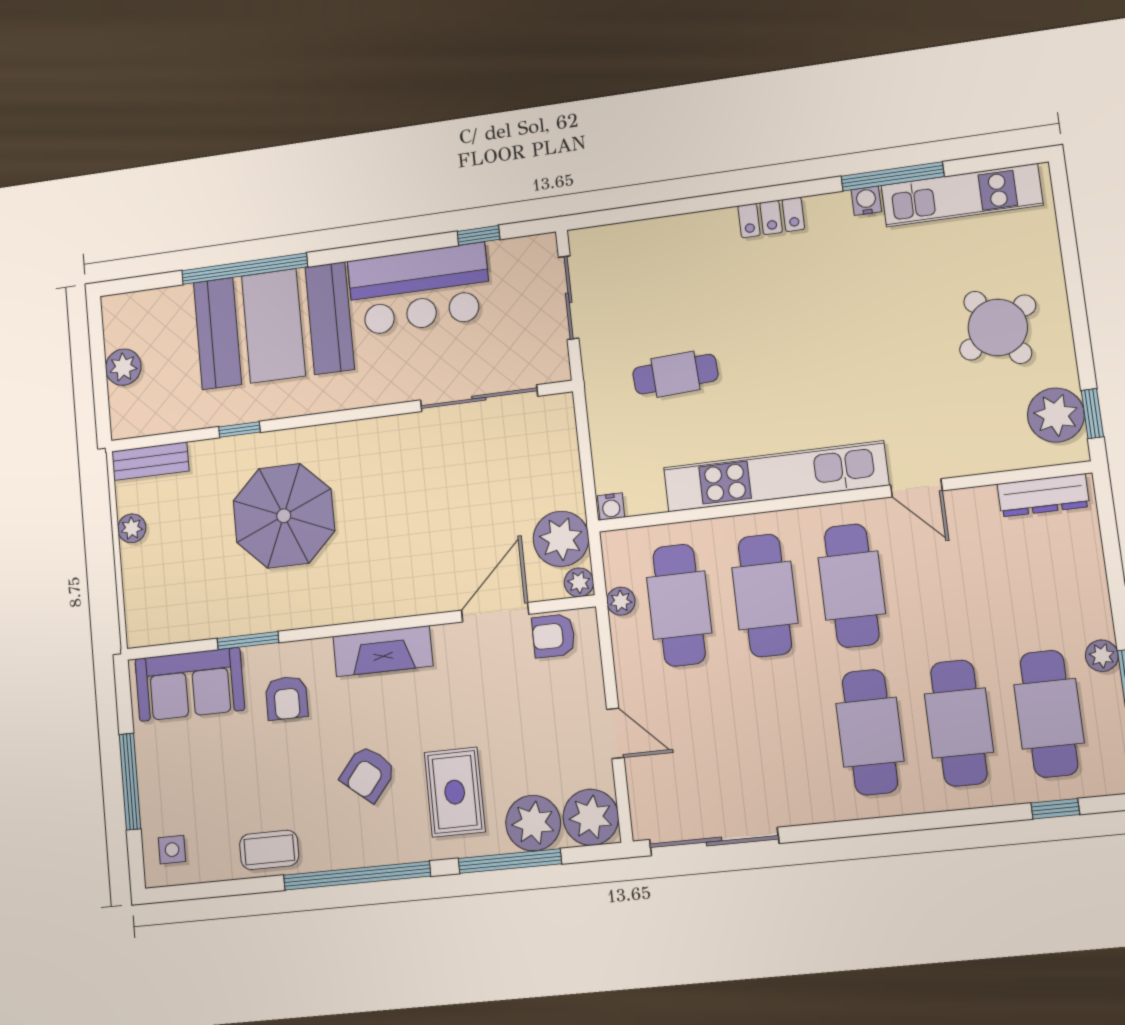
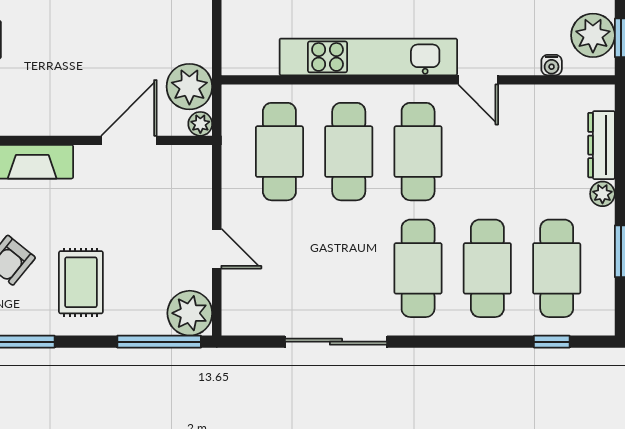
dresser: (1043, 495) -> (601, 145), moved, turned 90
water cooler: (611, 506) -> (552, 65), moved
plant: (621, 601) -> (233, 143), removed
armchair: (553, 636) -> (175, 165), removed
plant: (1102, 656) -> (602, 194), moved
plant: (533, 823) -> (143, 313), removed
sliding door: (714, 842) -> (336, 342), moved
window: (510, 861) -> (159, 342), moved

